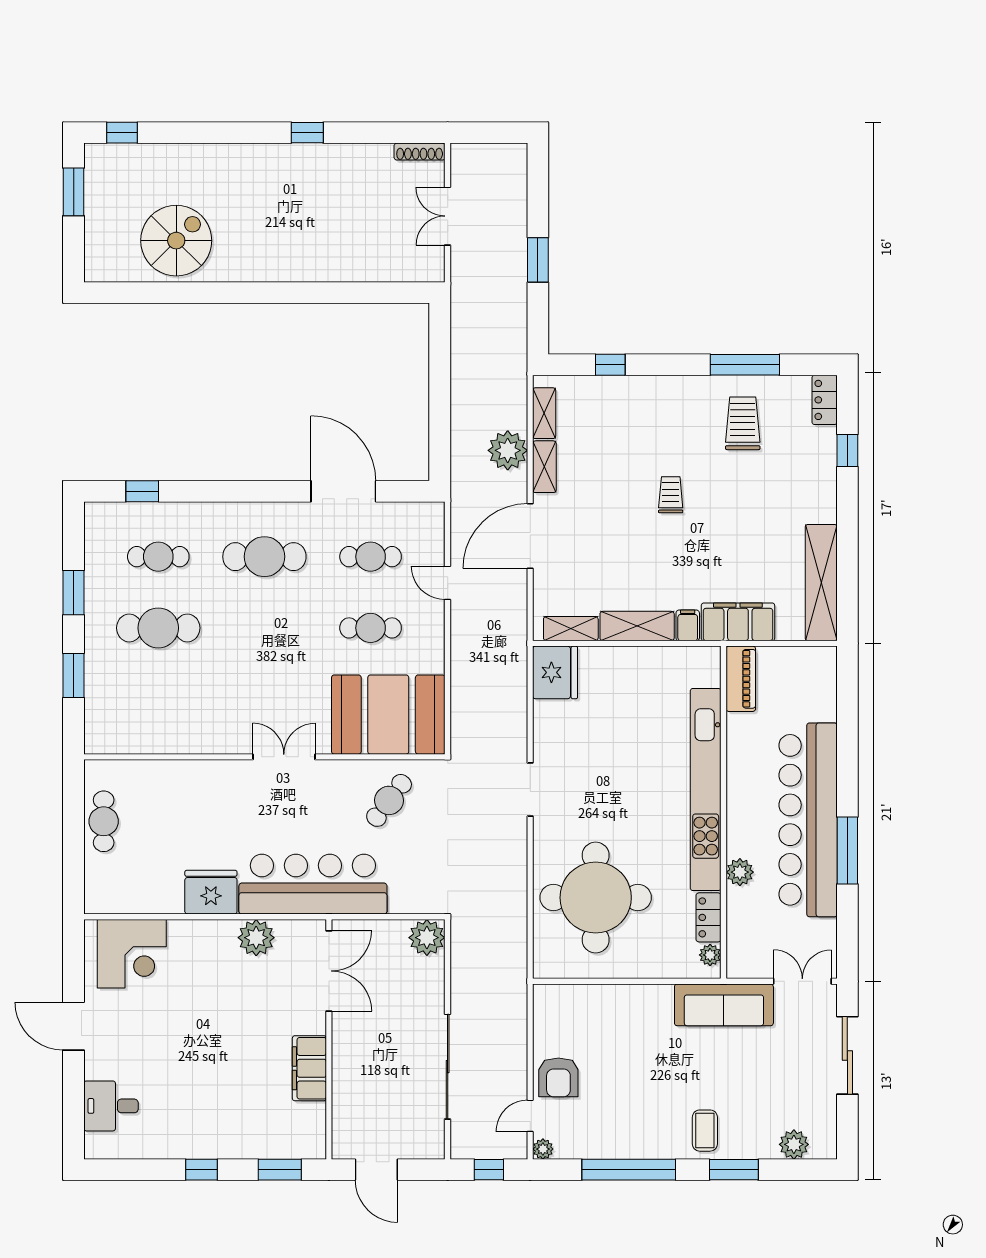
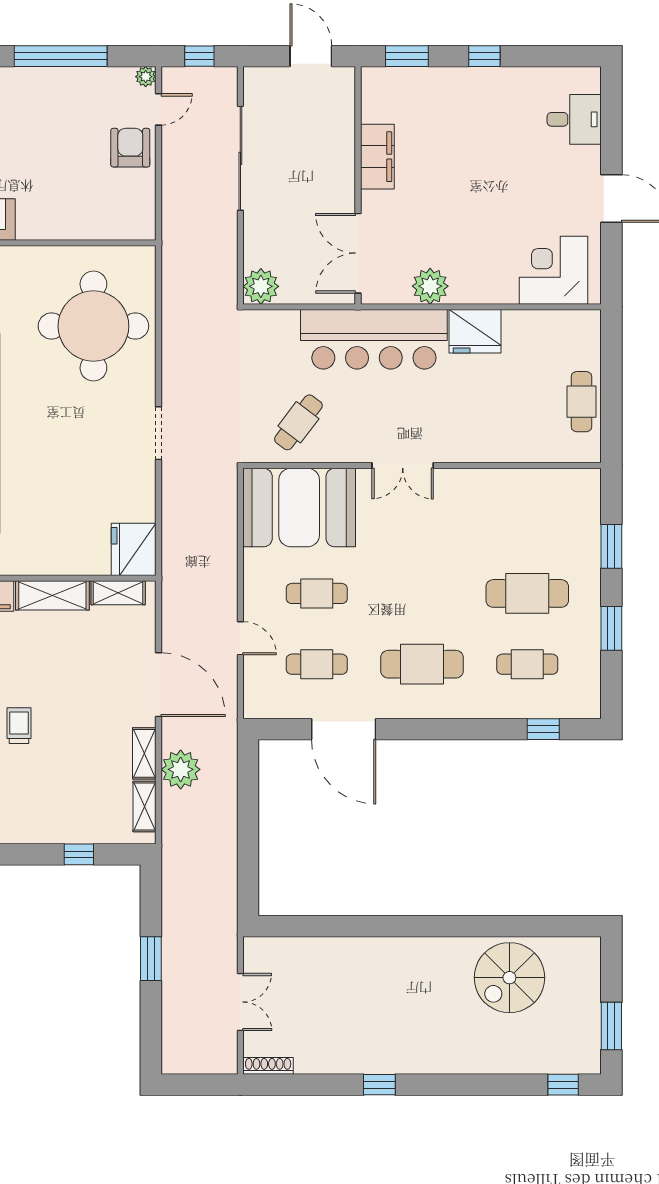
trolley: (671, 495) -> (19, 726), turned 180
door: (530, 536) -> (158, 685), hinge flipped

